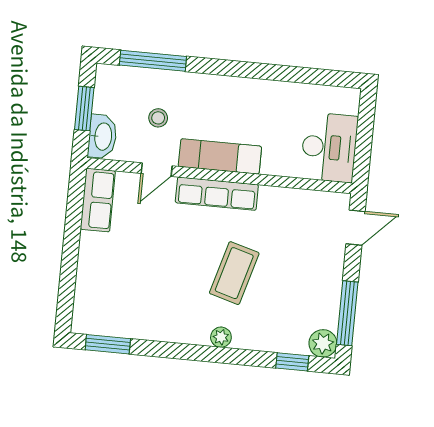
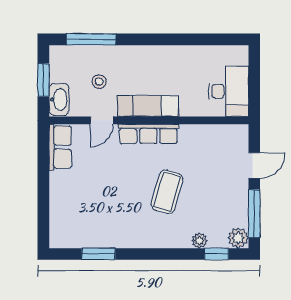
door: (356, 228) -> (254, 165), moved
plant: (221, 337) -> (199, 241), moved
window: (108, 344) -> (98, 254), moved

